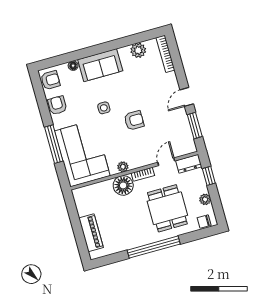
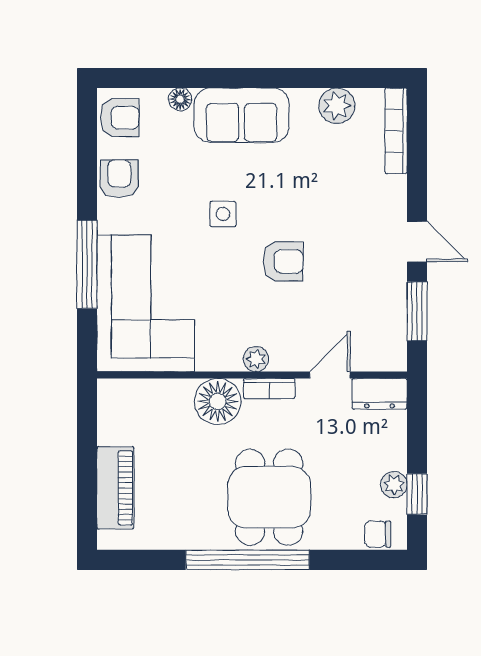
door: (187, 97) -> (417, 242), swing flipped
plant: (123, 167) -> (256, 359), moved
window: (209, 176) -> (417, 494), moved
dining table: (167, 208) -> (269, 497), moved

